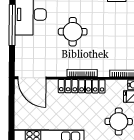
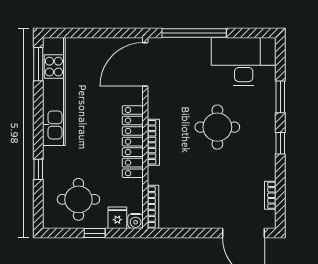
window: (12, 25) -> (194, 33), moved

